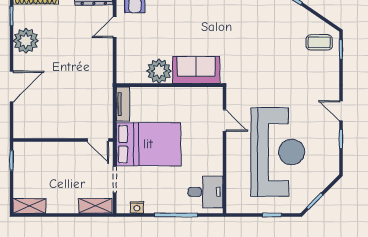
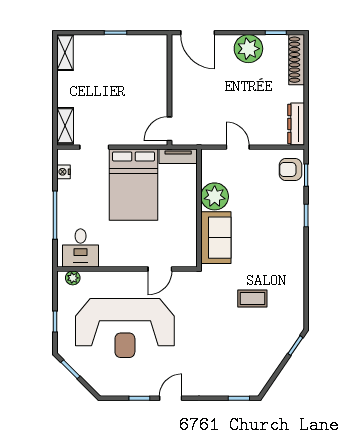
door: (115, 27) -> (238, 147), moved
coffee table: (319, 42) -> (252, 299), moved, turned 90
wall: (63, 140) -> (170, 90), moved
door: (98, 140) -> (170, 129), moved
plant: (233, 199) -> (73, 278), added

